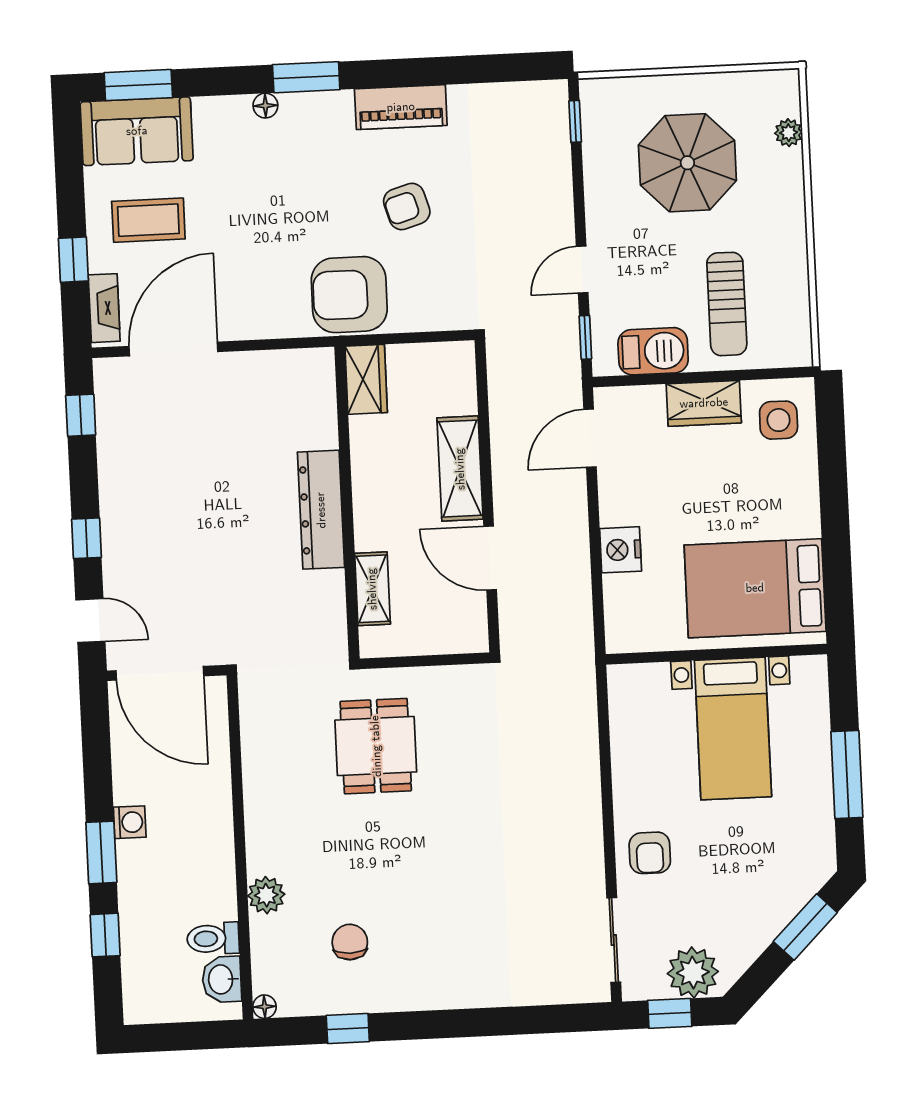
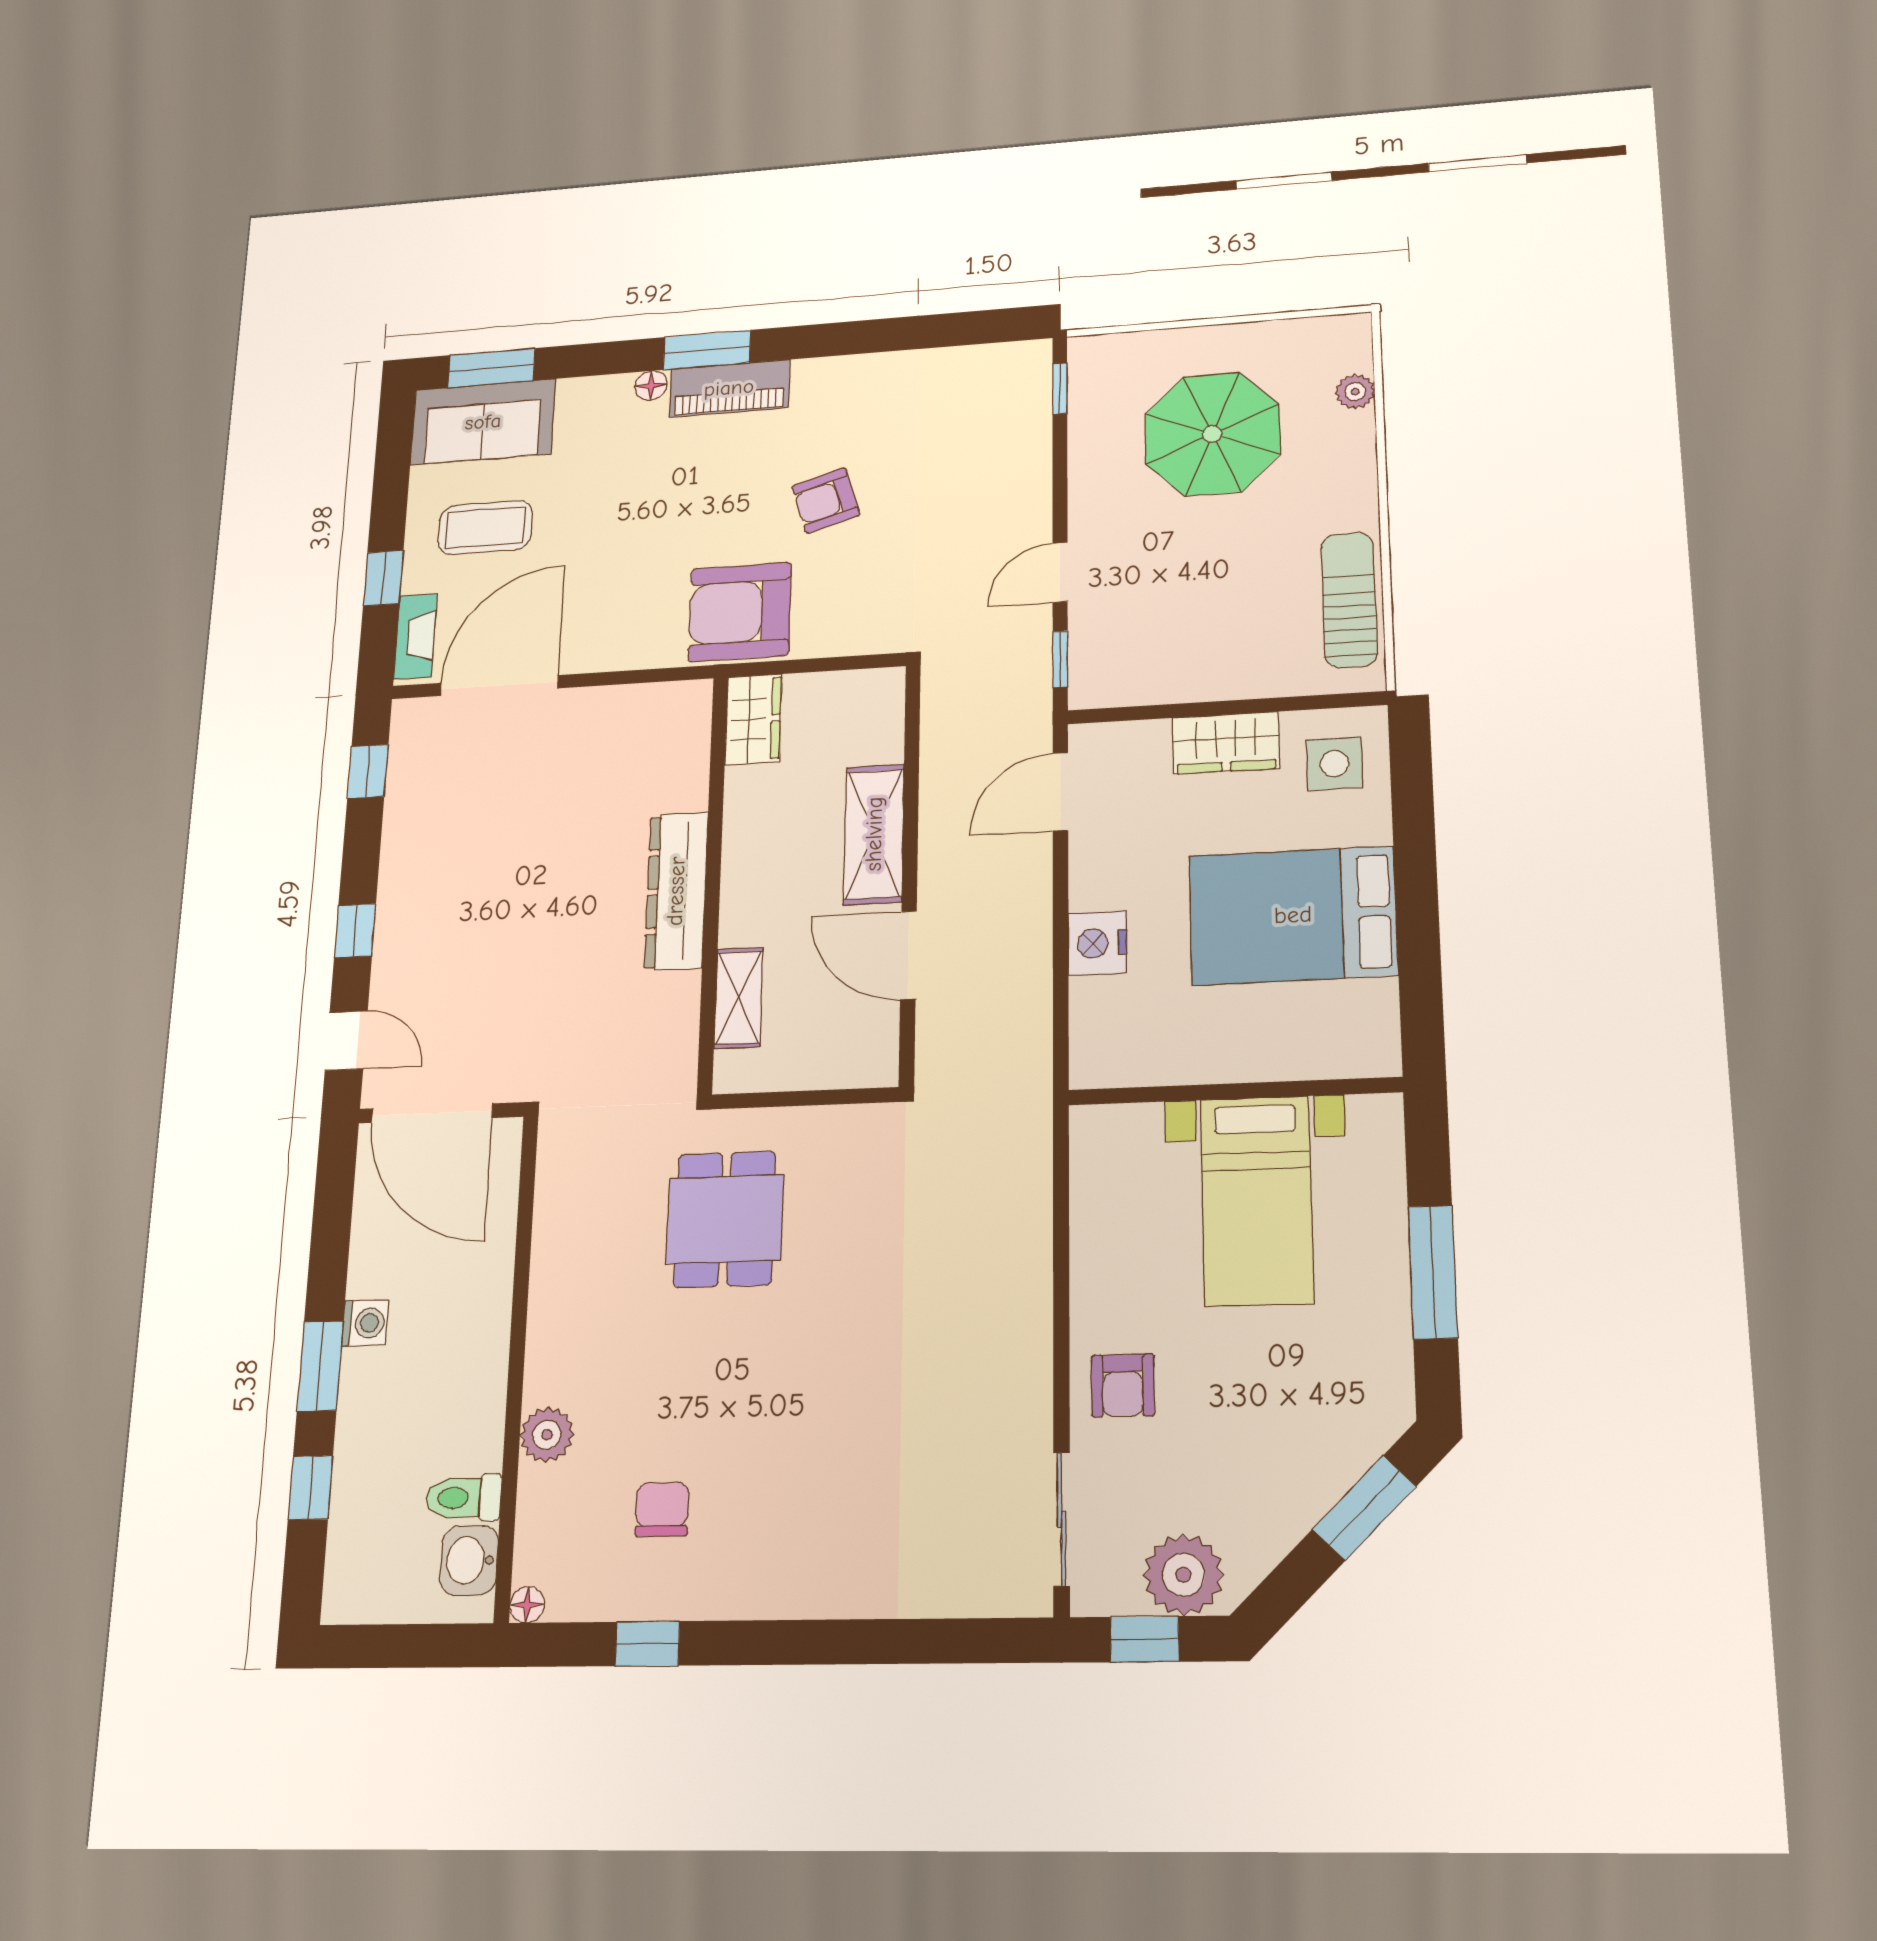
piano: (401, 107) -> (729, 388), moved
sun lounger: (727, 304) -> (1349, 600), moved, turned 180
barbecue: (653, 351) -> (1155, 675), removed
bed: (755, 588) -> (1293, 915), moved

